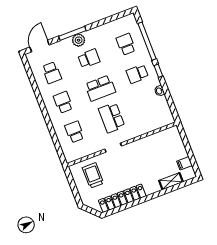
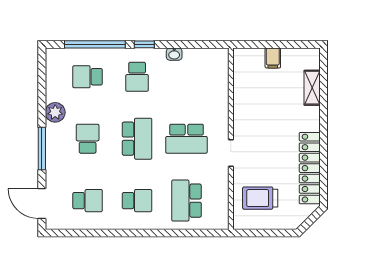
plant: (79, 40) -> (55, 112), moved
school desk: (63, 102) -> (137, 201), turned 180
school desk: (75, 132) -> (186, 201), width x1.85
filing cabinet: (185, 163) -> (273, 58), moved

